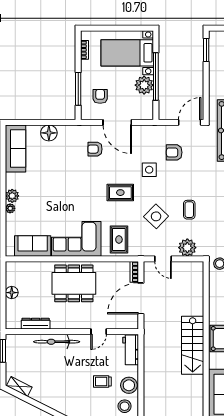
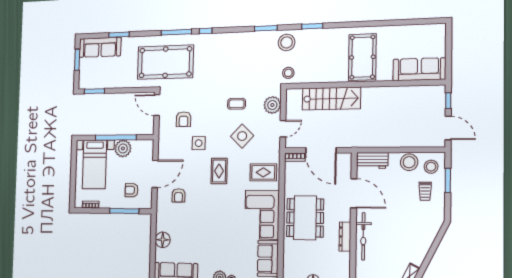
dresser: (36, 324) -> (345, 237), moved
door: (99, 332) -> (354, 193), width x1.88
stairs: (193, 345) -> (331, 99), moved
trolley: (102, 381) -> (425, 191), moved

